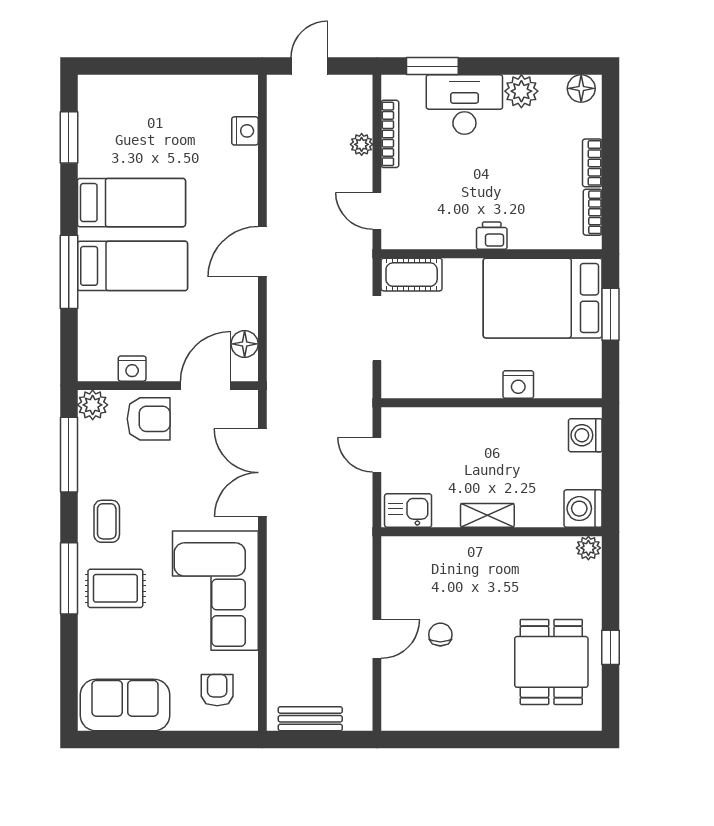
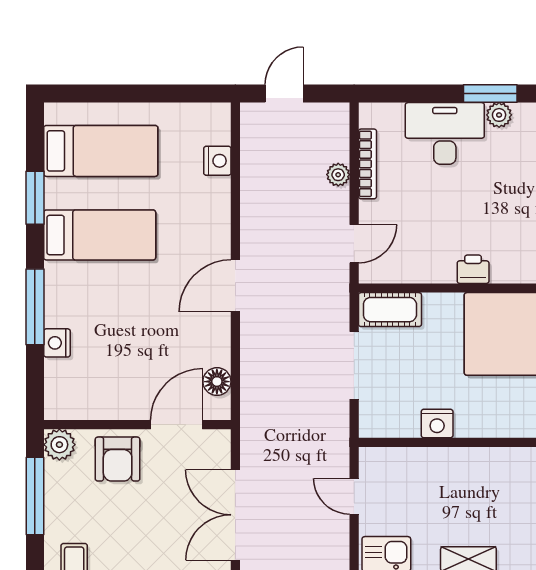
window: (432, 66) -> (490, 94), moved
plant: (521, 91) -> (499, 115), width x0.73, depth x0.73
window: (69, 137) -> (35, 198), moved
door: (377, 211) -> (354, 244), swing flipped
bed: (132, 266) -> (101, 151), moved
nightstand: (132, 369) -> (57, 343), moved, turned 90
nightstand: (518, 385) -> (437, 424), moved
armchair: (149, 419) -> (118, 459), turned 90

